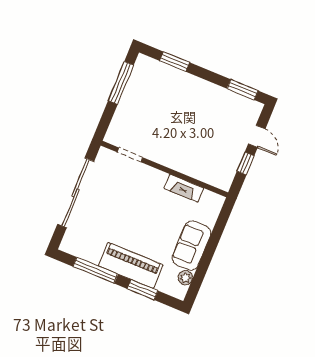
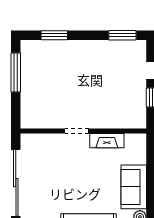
doorway: (130, 155) -> (77, 131), moved

